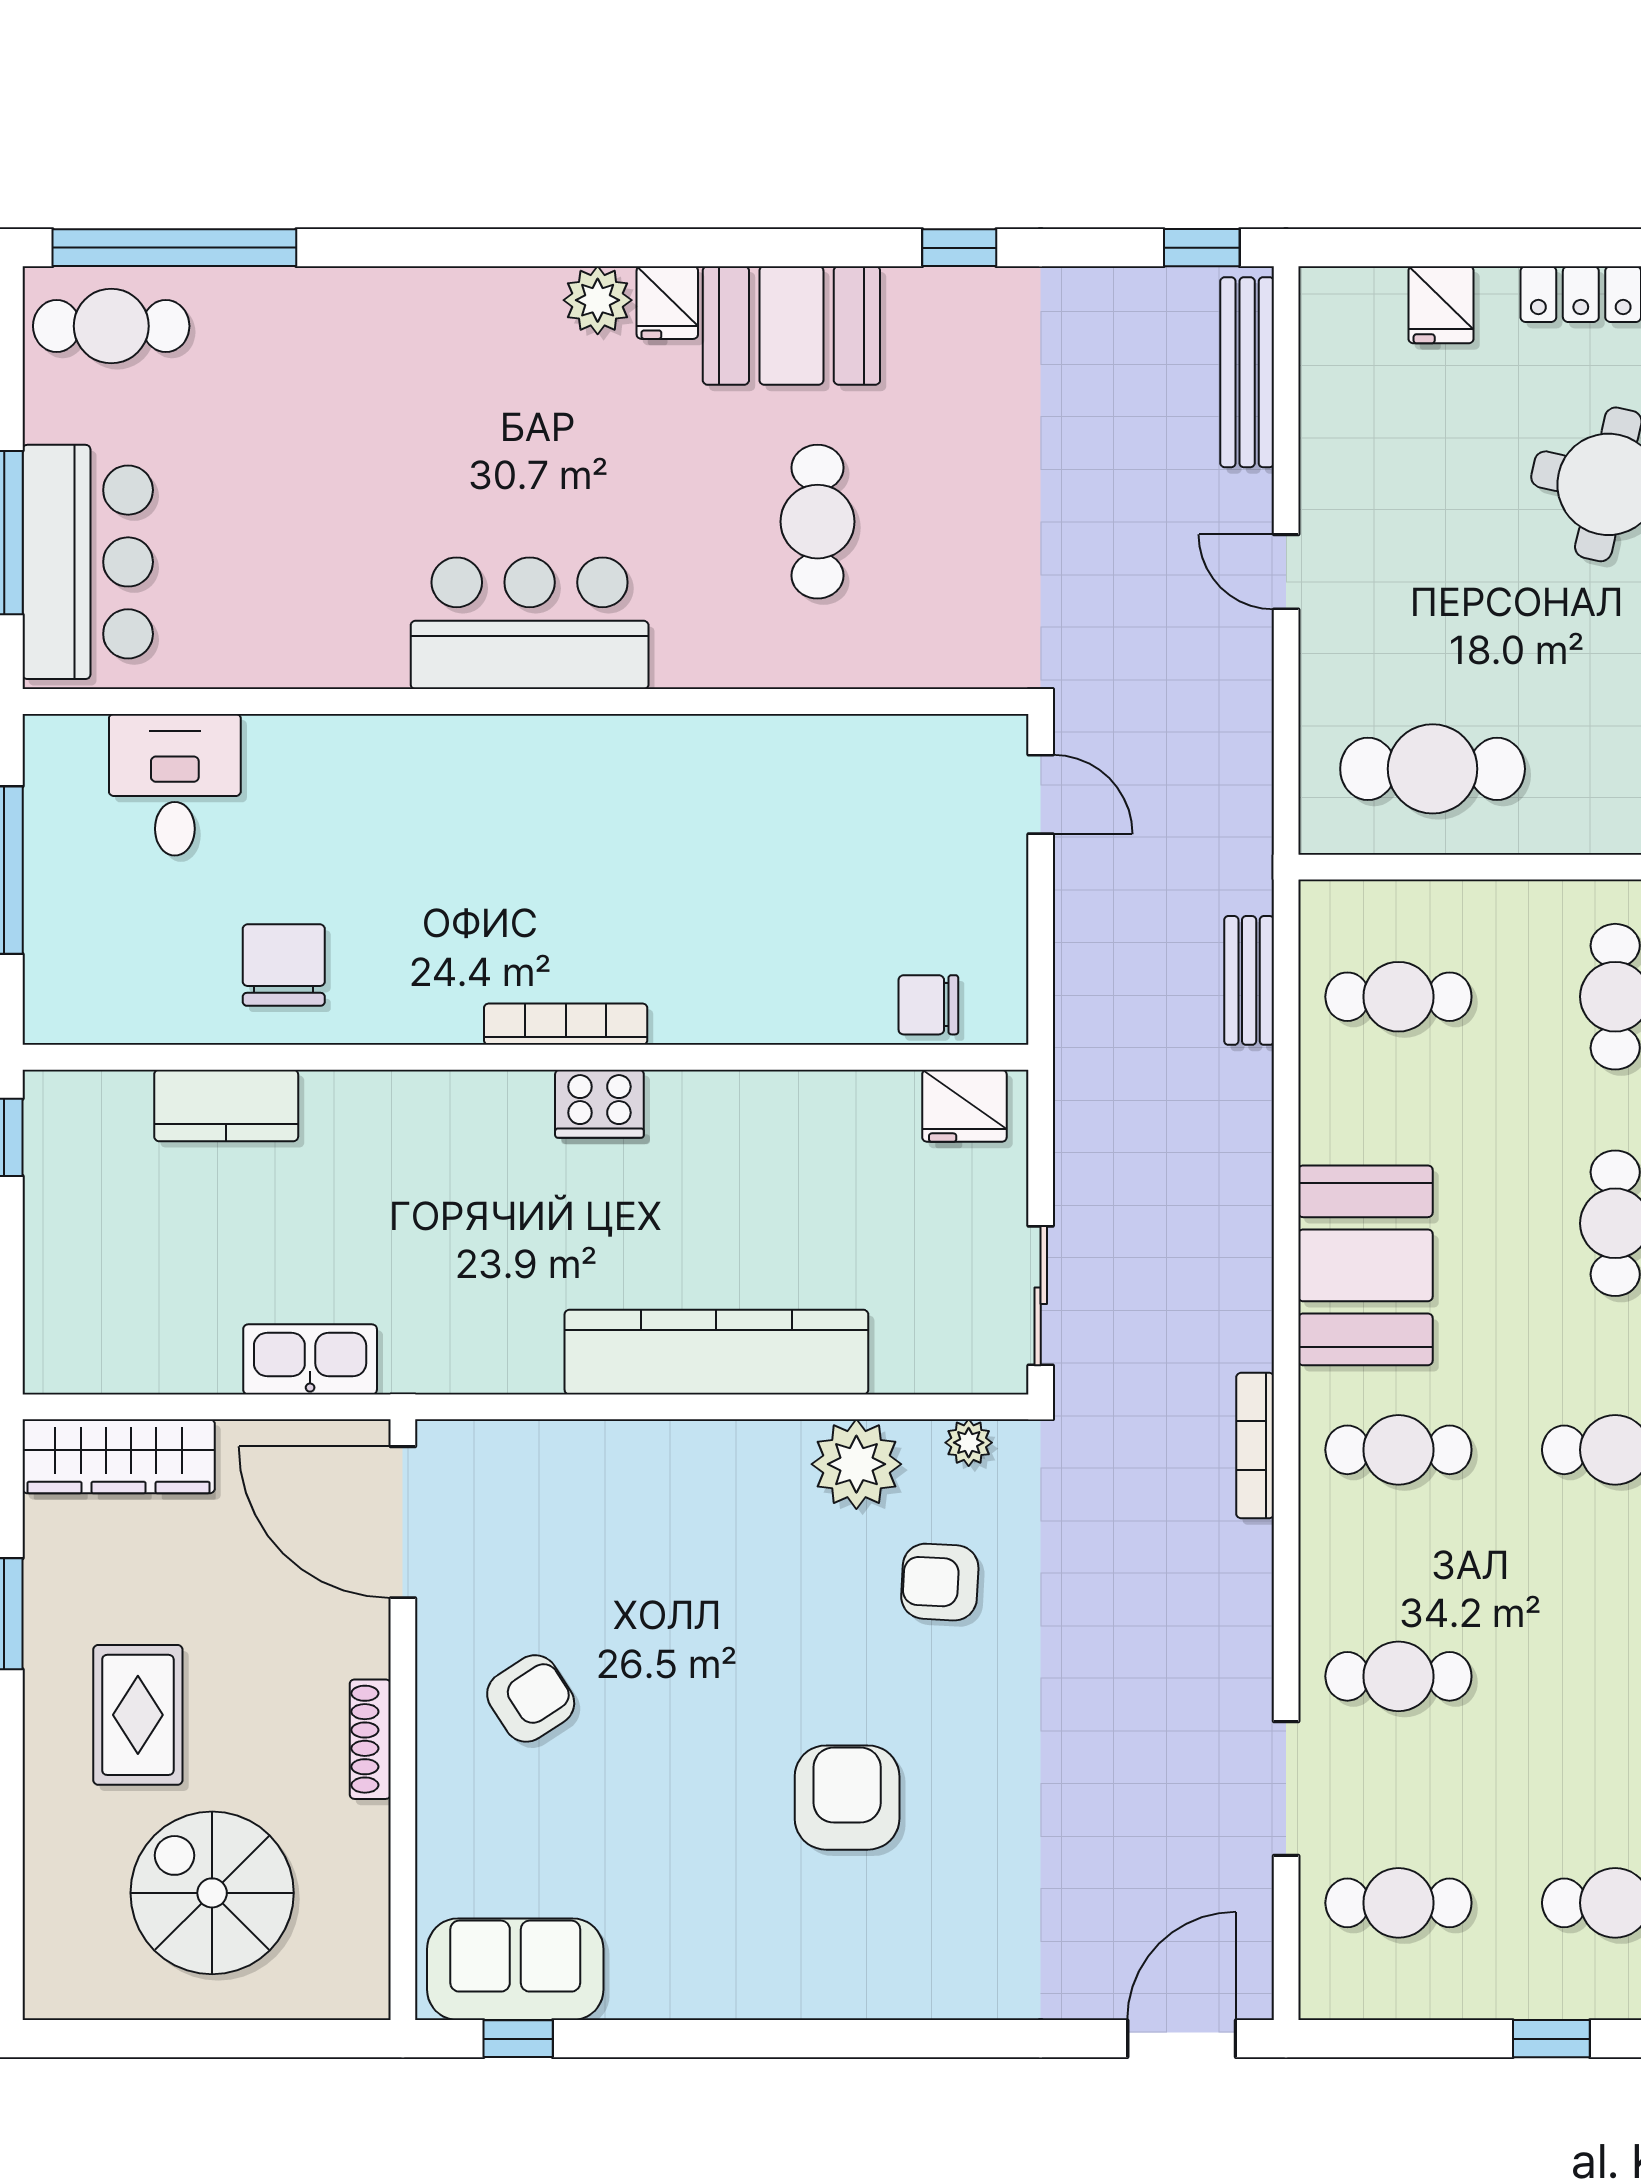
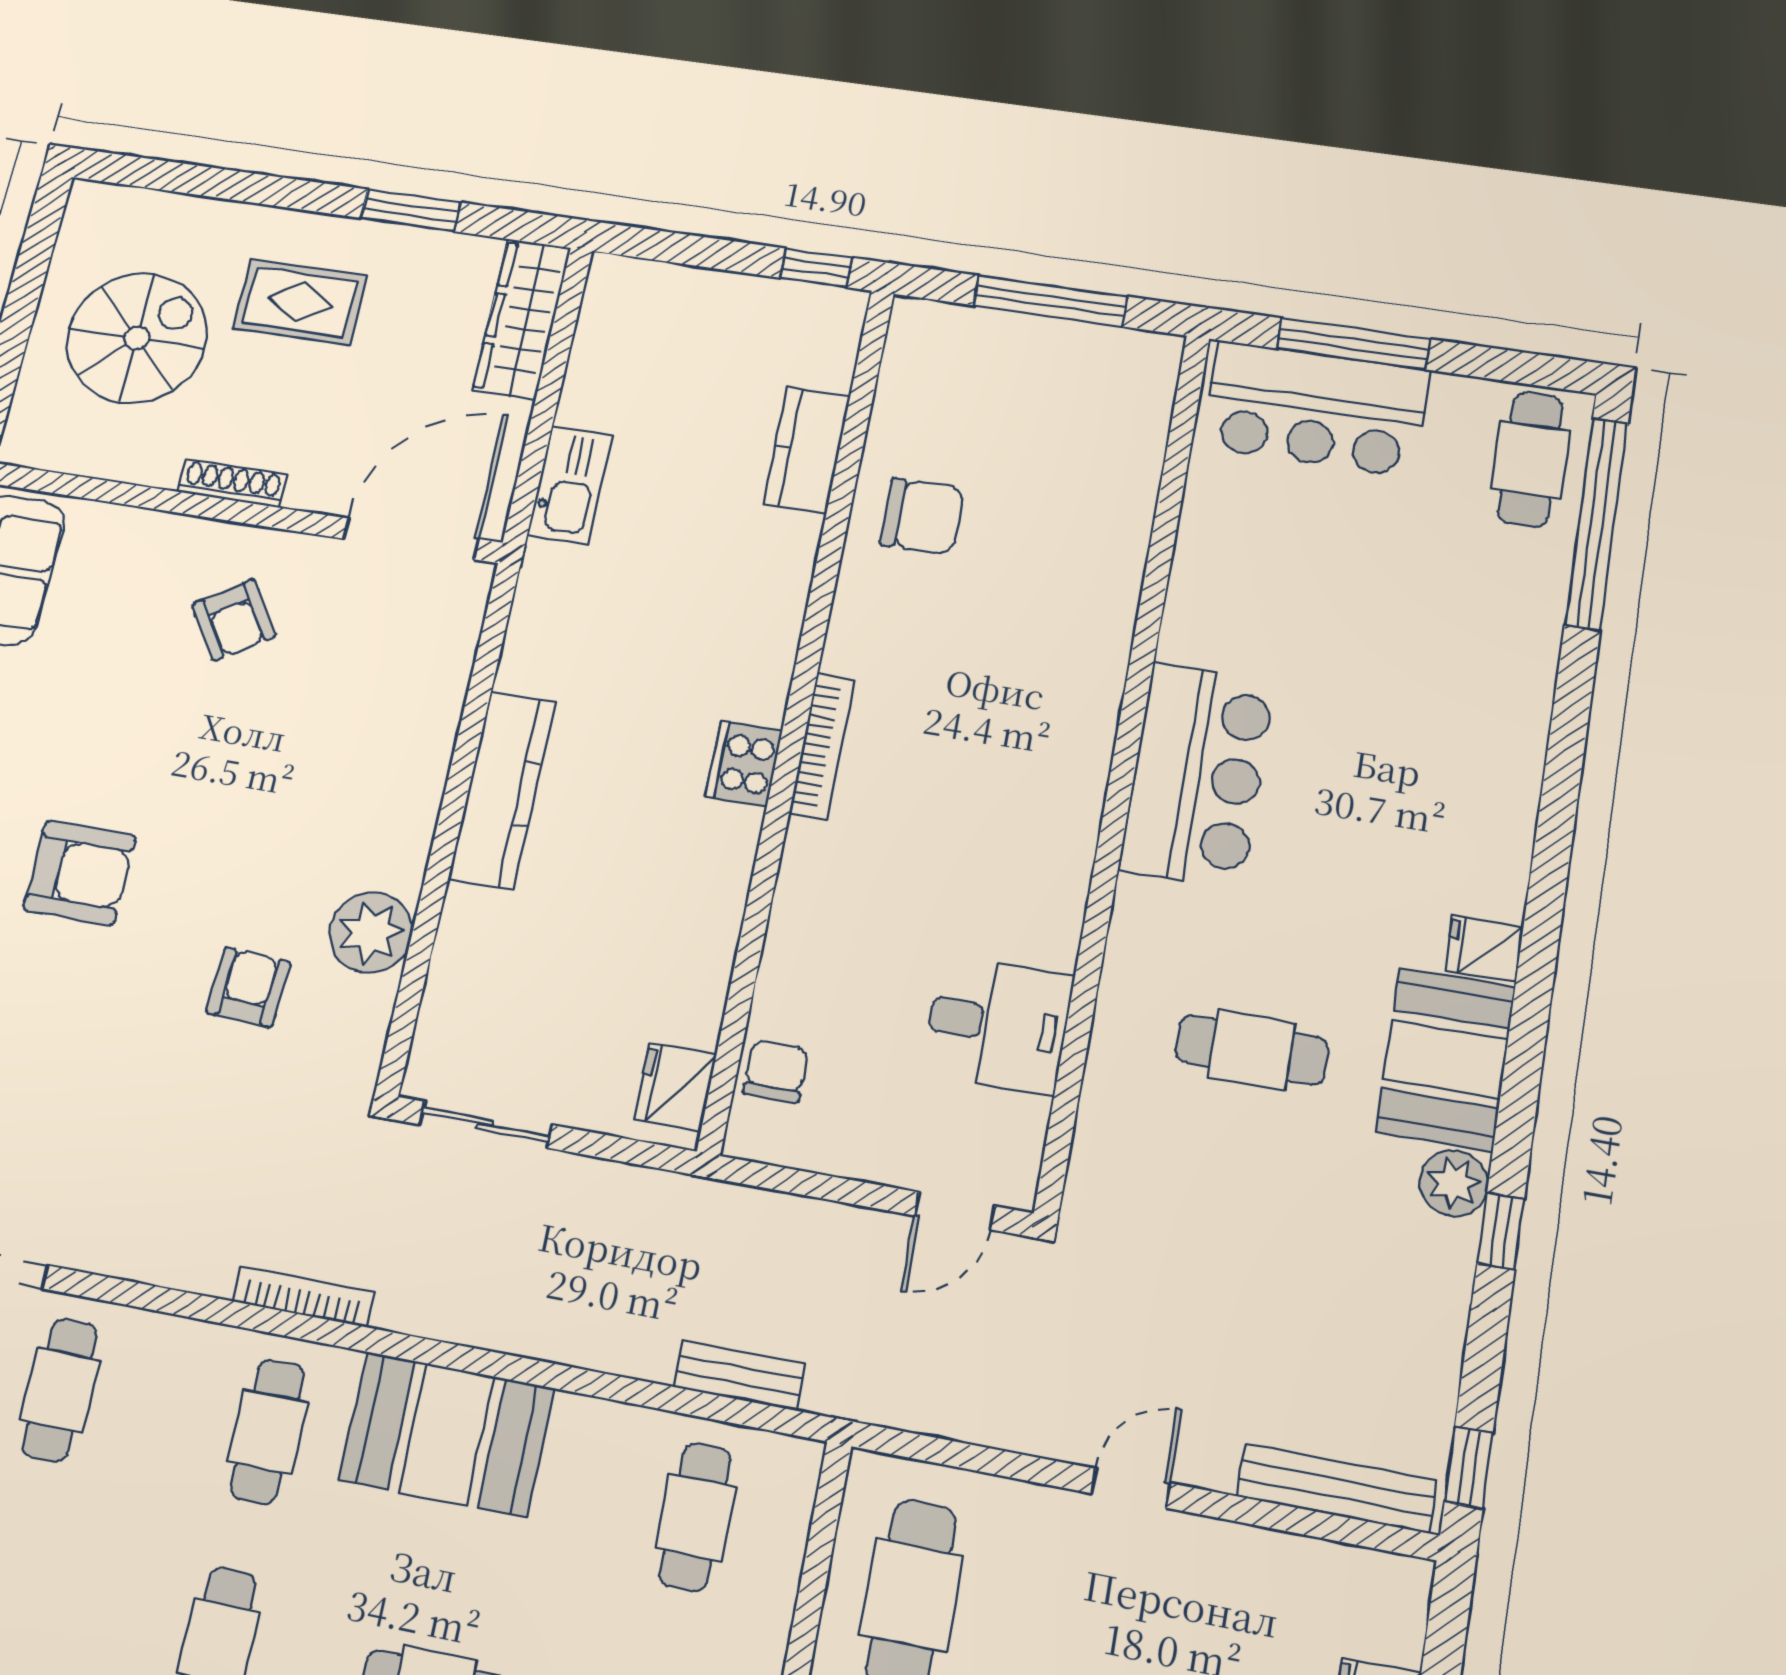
plant: (598, 300) -> (1454, 1183), moved
desk: (175, 785) -> (998, 1024), moved
kitchen counter: (716, 1352) -> (502, 790), width x0.72, depth x0.86
plant: (969, 1443) -> (367, 1035), removed

